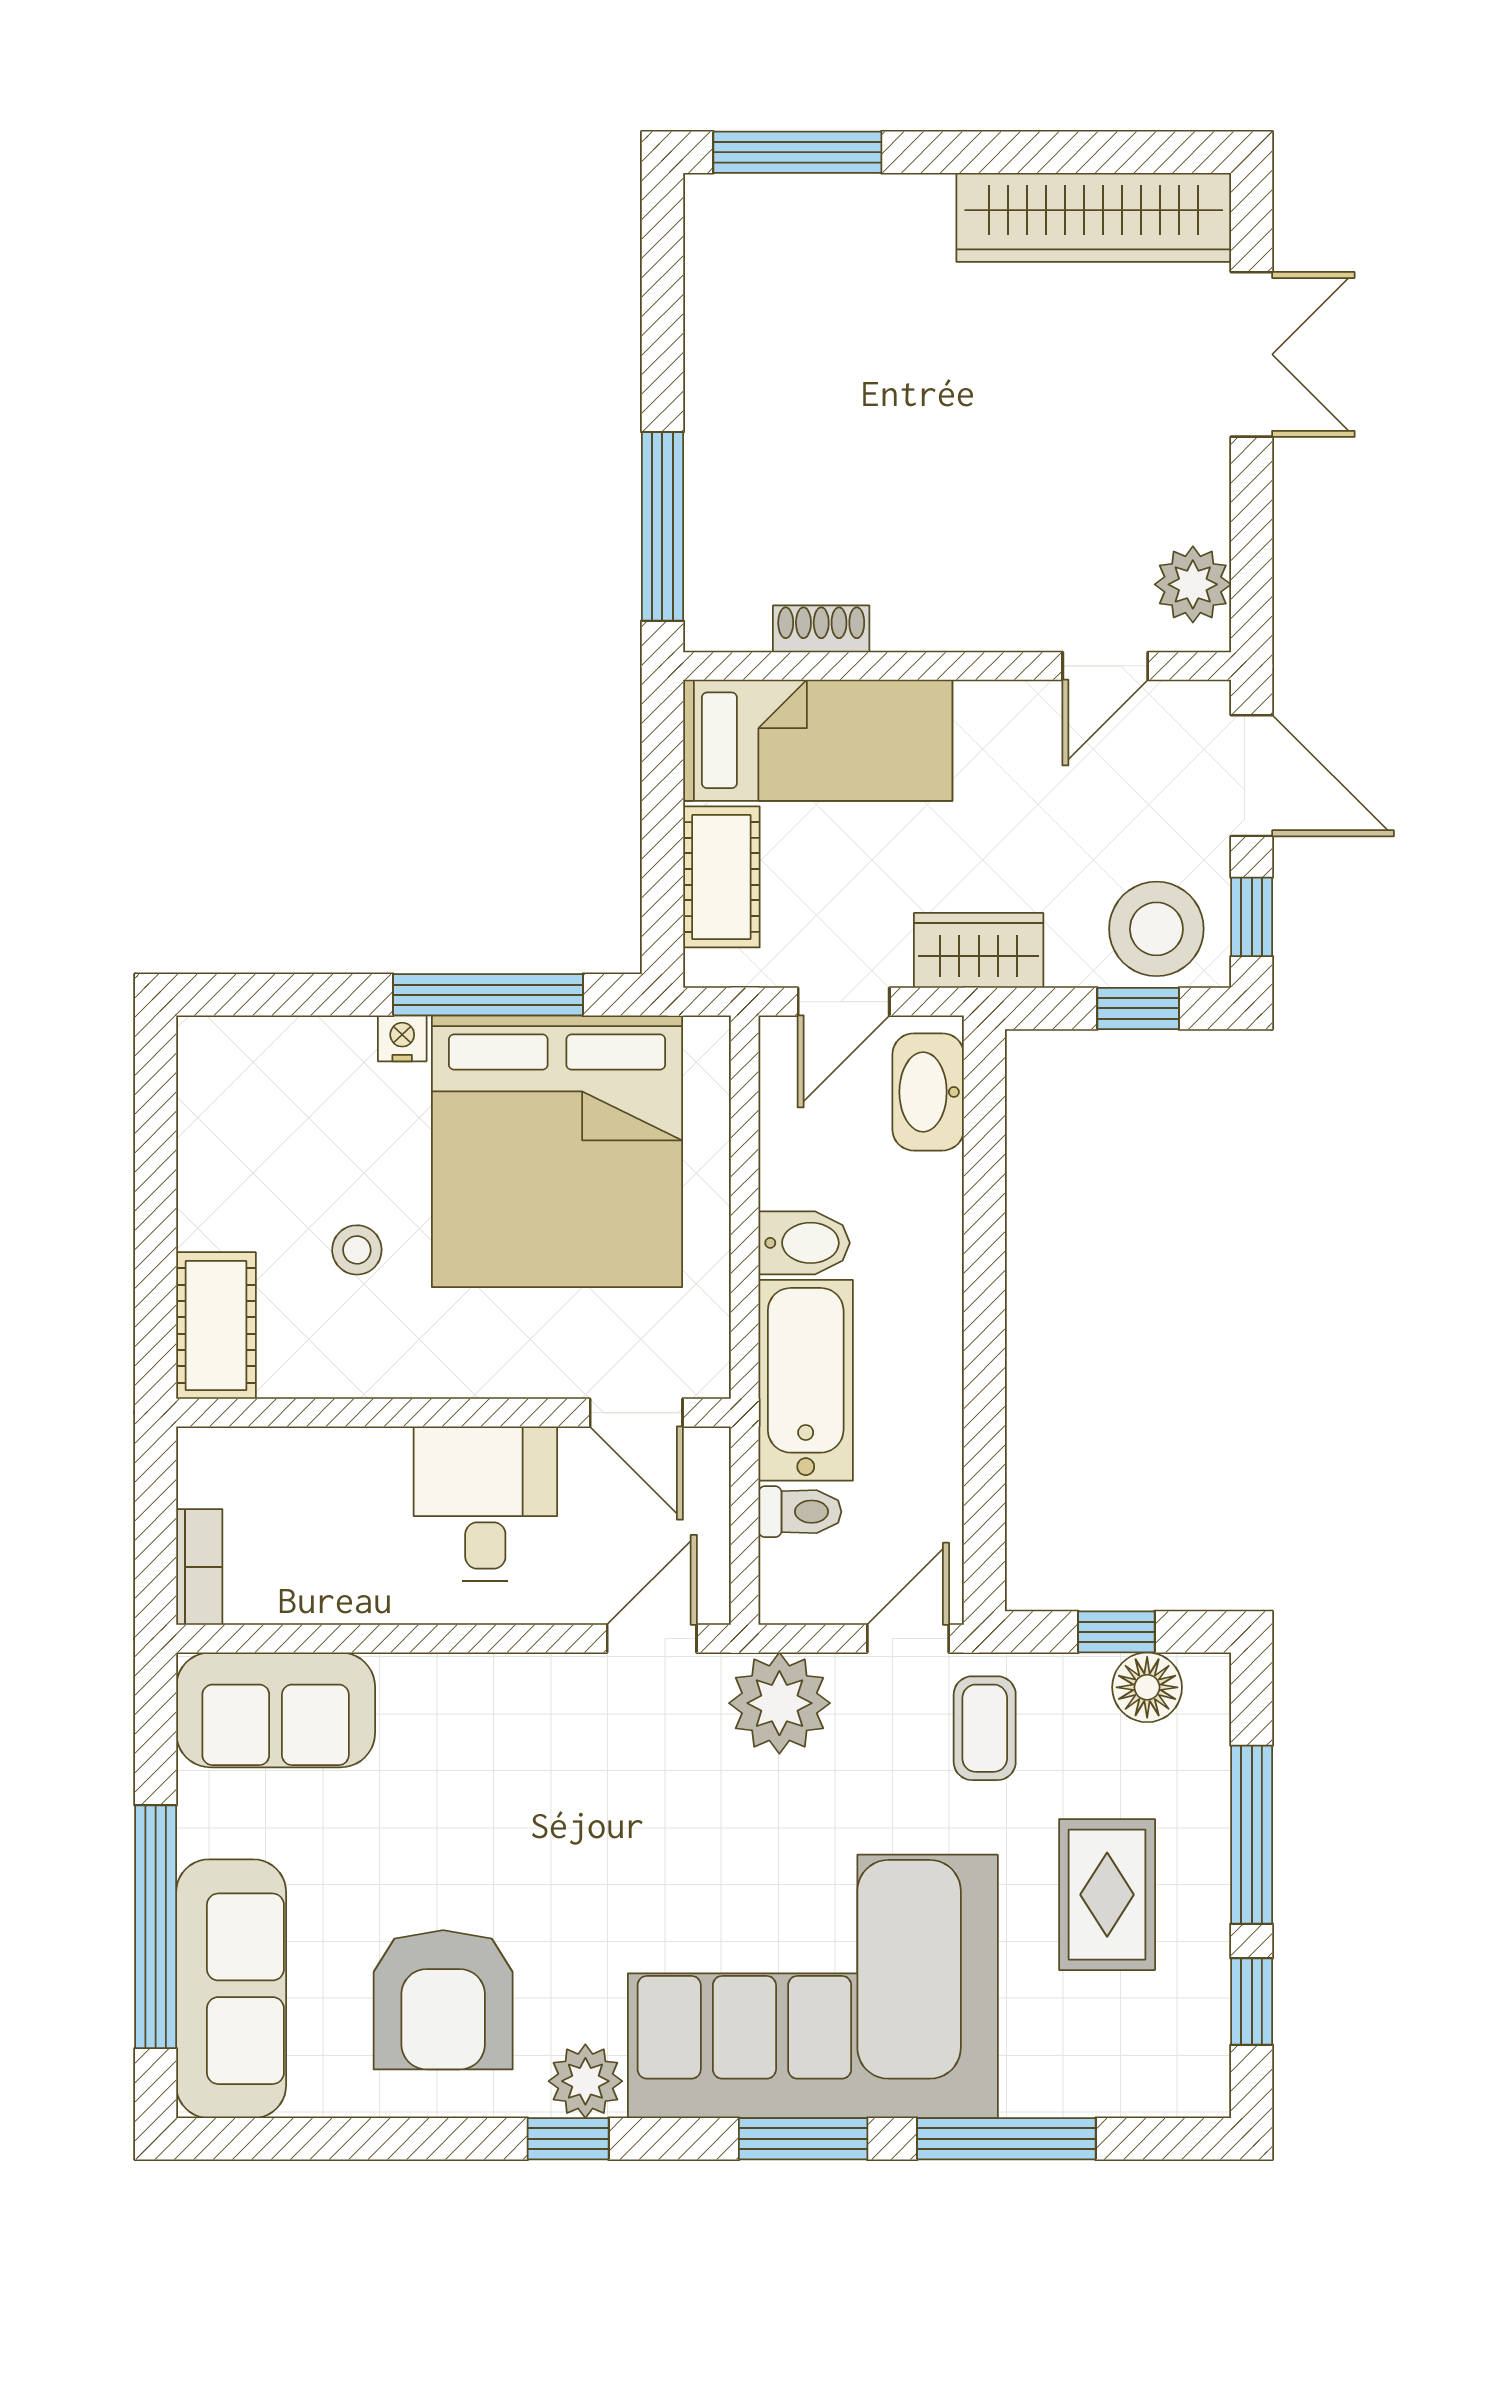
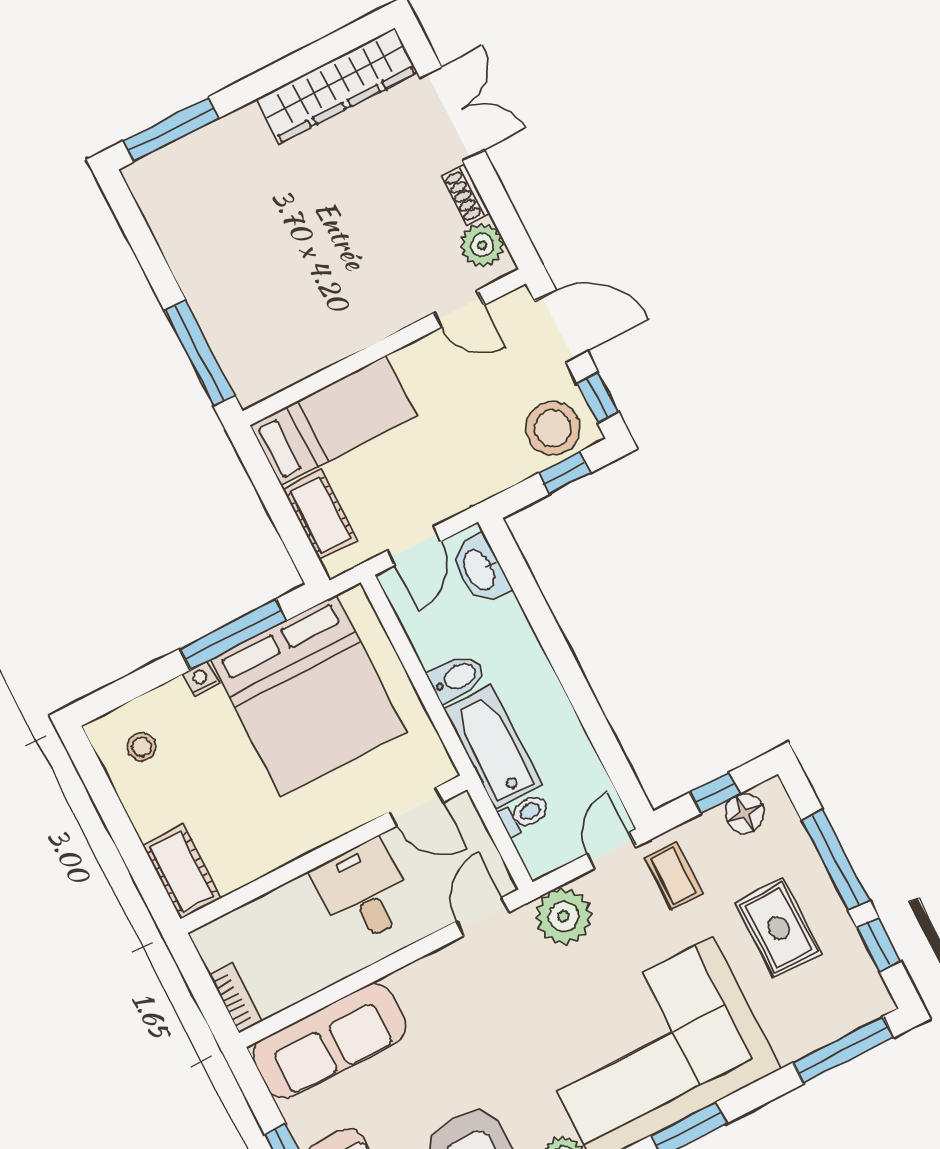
shoe rack: (821, 629) -> (466, 195), moved, turned -90
door: (1105, 666) -> (459, 309), hinge flipped
wardrobe: (979, 950) -> (469, 485), removed
stool: (357, 1250) -> (142, 747), moved
sofa: (276, 1710) -> (329, 1041), width x1.36
window: (1006, 2139) -> (843, 1050), moved

